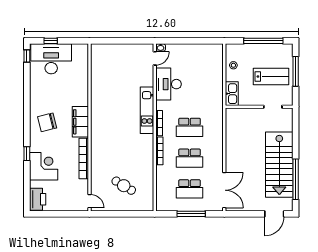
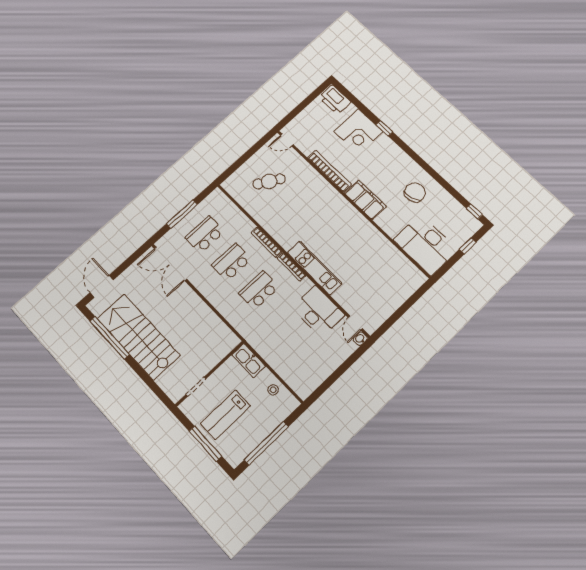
desk: (51, 59) -> (426, 245), moved, turned 90
chair: (47, 122) -> (415, 192), moved

